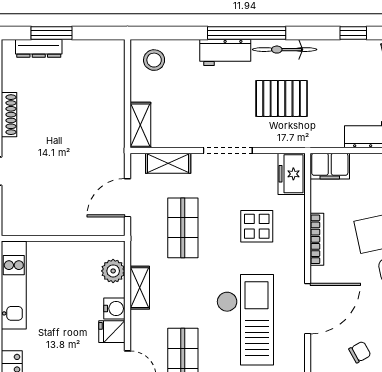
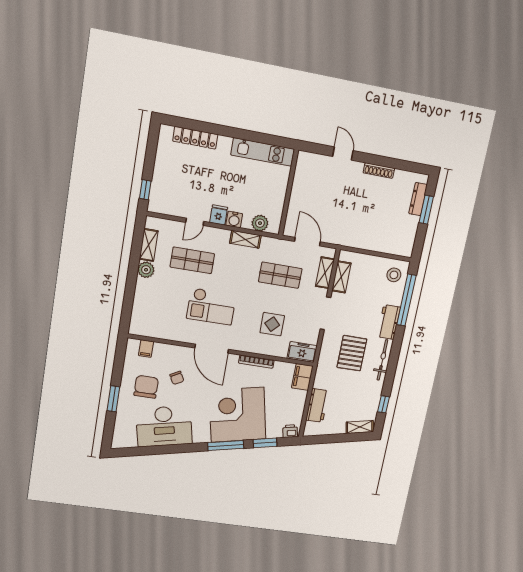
window: (247, 33) -> (406, 300), moved
shelving: (140, 125) -> (341, 277), moved, turned 90
checkout: (245, 320) -> (211, 307), width x0.73, depth x0.83

